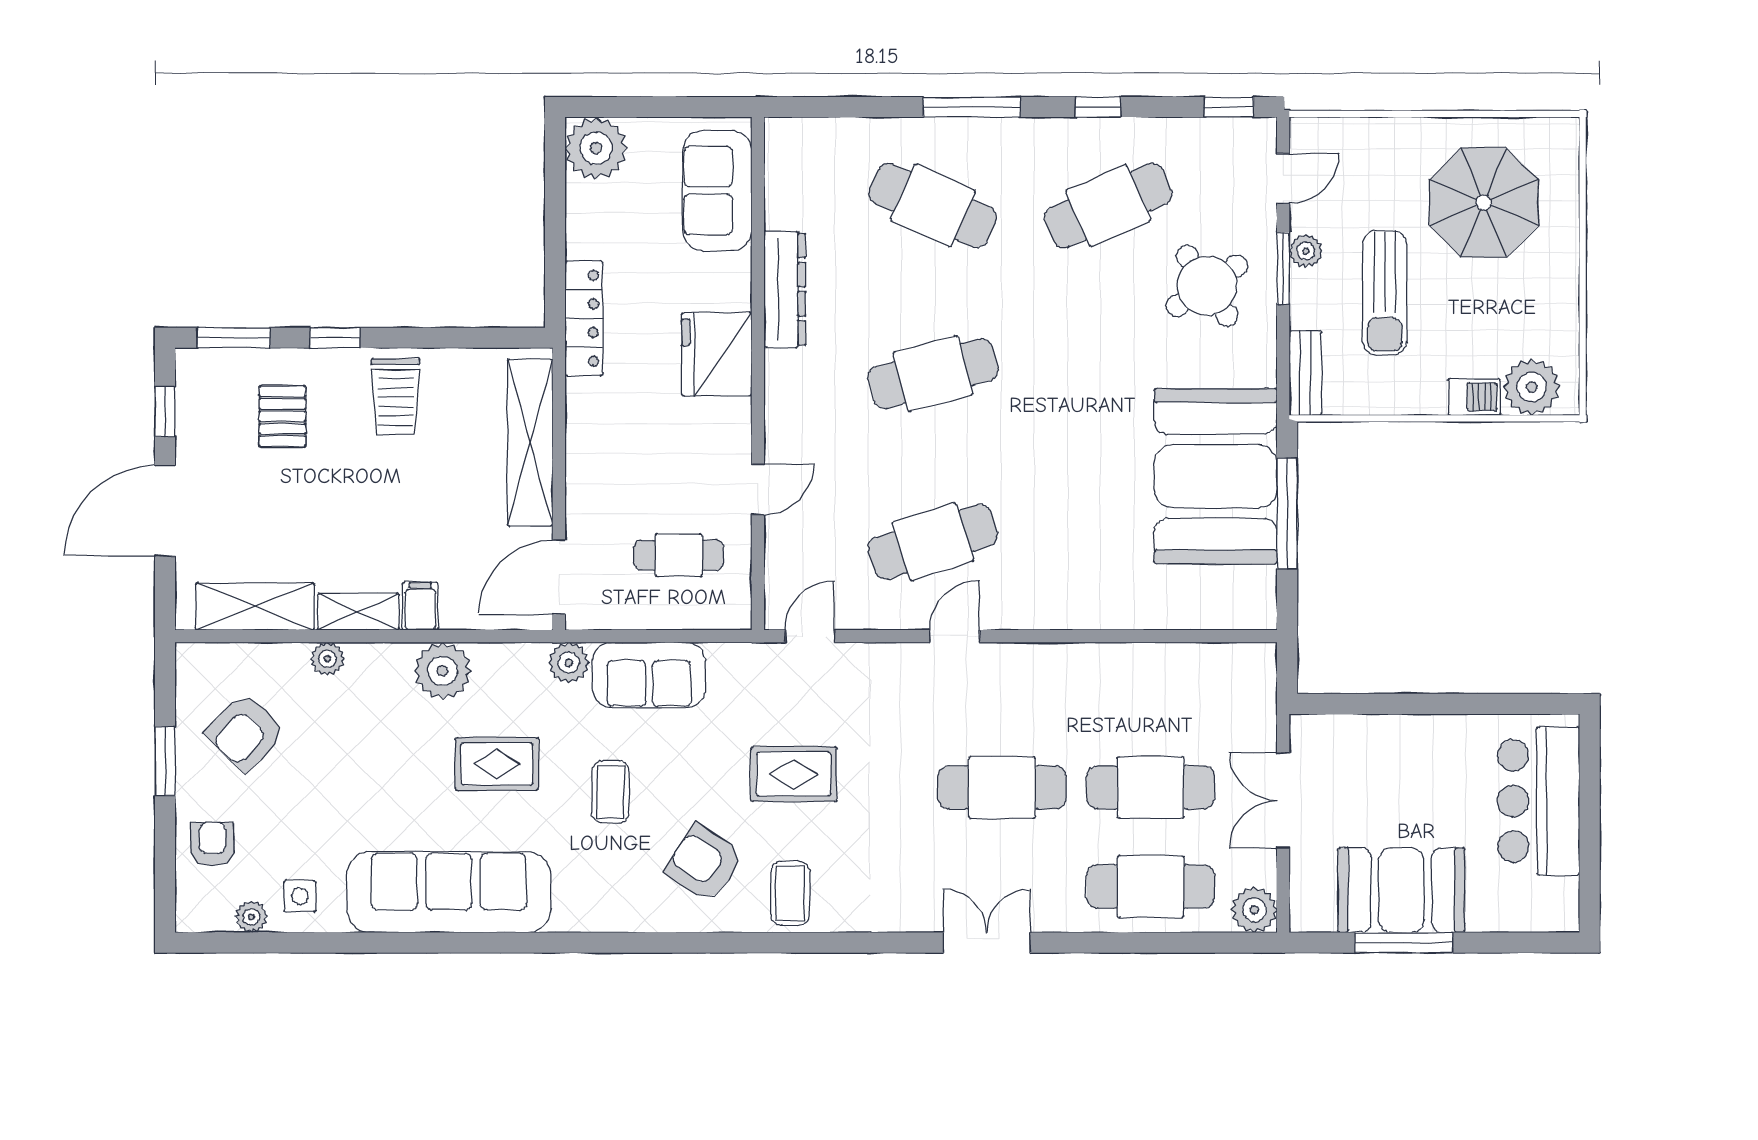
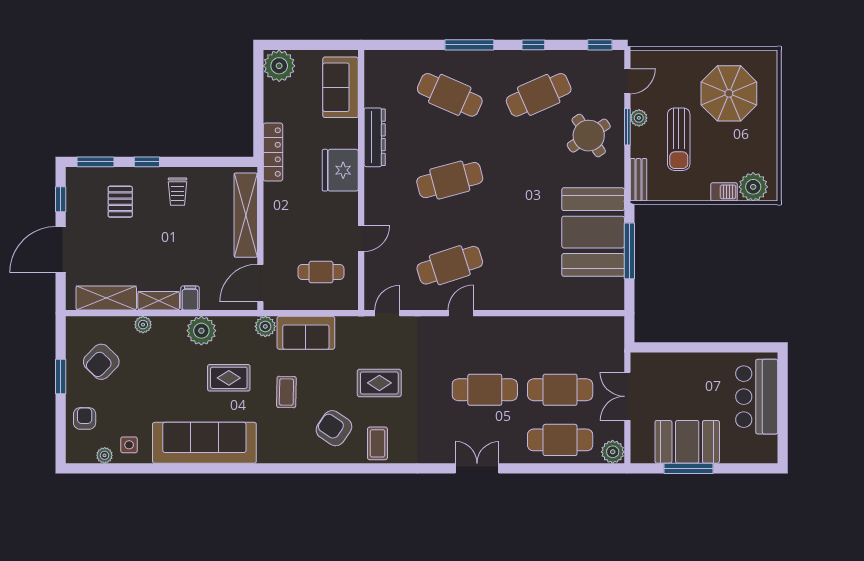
trolley: (396, 396) -> (178, 192), width x0.73, depth x0.72

